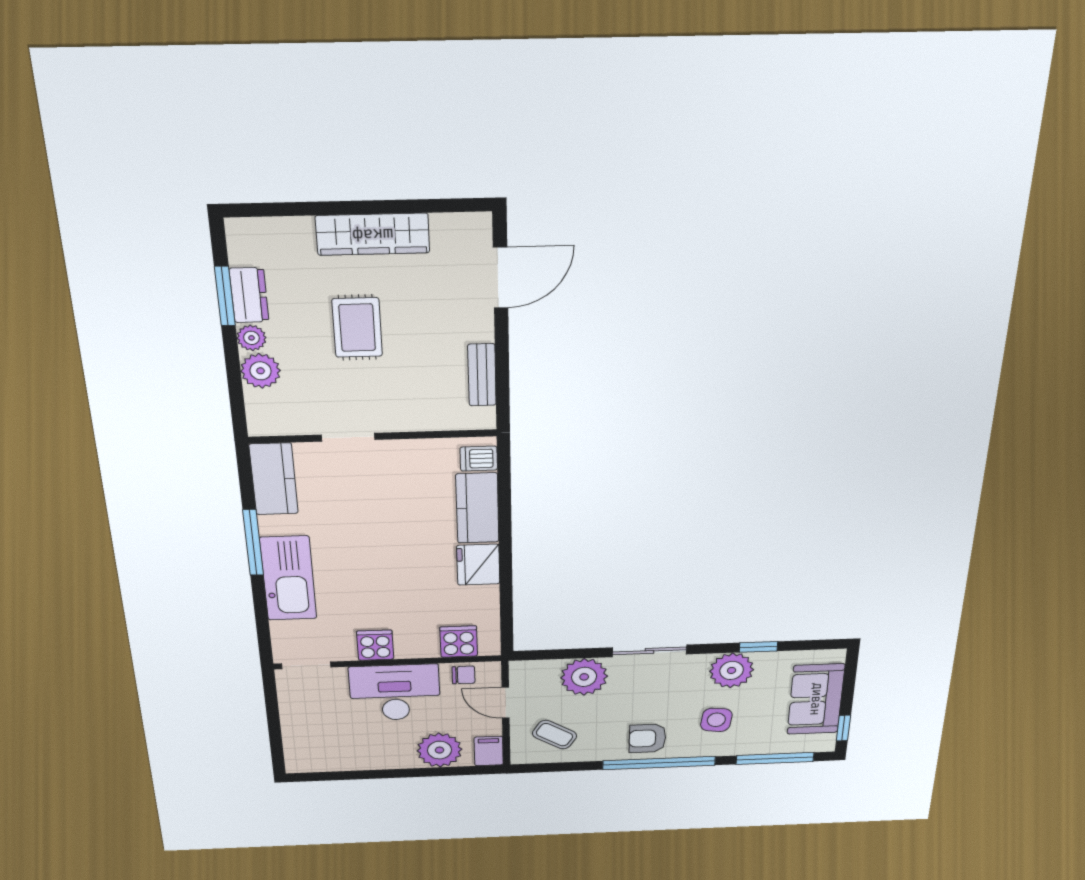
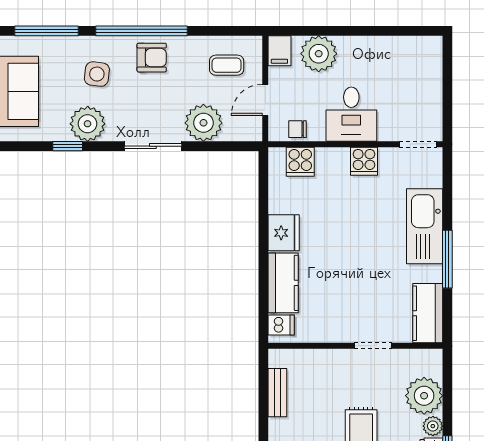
plant: (261, 371) -> (424, 396), width x1.36, depth x1.36
desk: (395, 693) -> (351, 114), width x0.73
door: (506, 703) -> (265, 100), swing flipped
coffee table: (555, 735) -> (227, 65), turned -32

